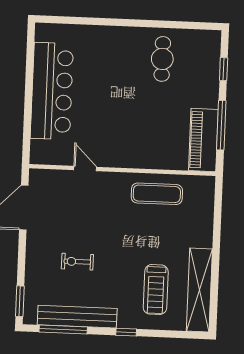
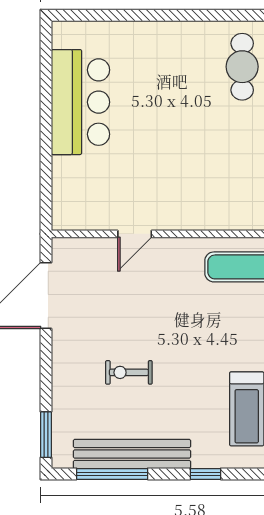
bar counter: (52, 91) -> (80, 102), width x0.73
door: (85, 168) -> (135, 234), swing flipped

